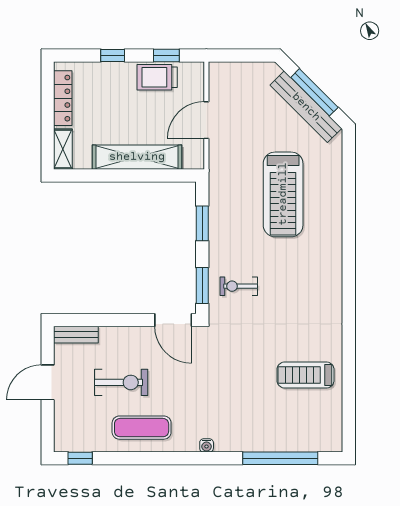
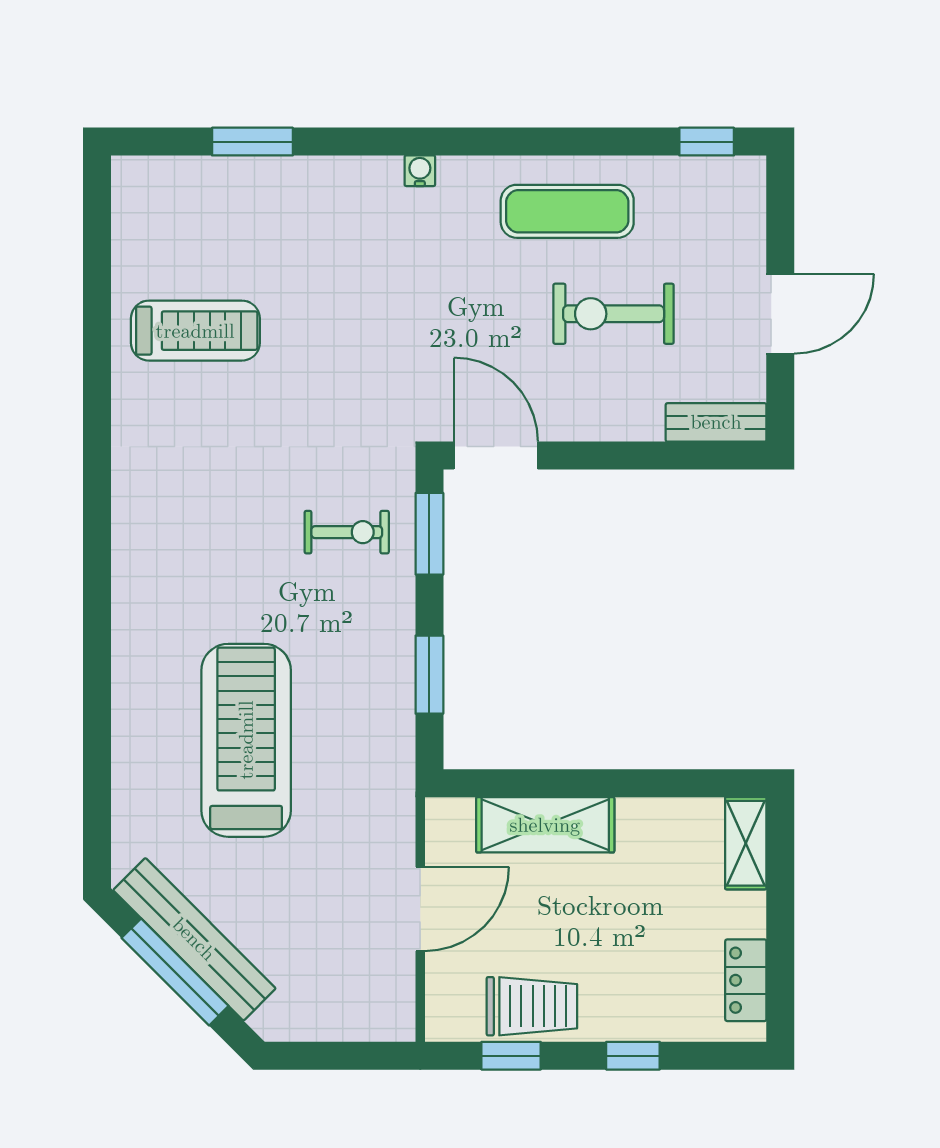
locker: (63, 98) -> (746, 980), width x0.66
shelving: (137, 157) -> (545, 825), width x0.68
window: (280, 458) -> (252, 142), width x0.47

